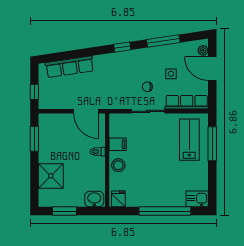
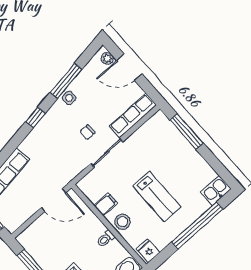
side table: (171, 74) -> (69, 98), moved
lab bench: (189, 140) -> (157, 197), moved, turned 180
toilet: (98, 152) -> (106, 239), moved

